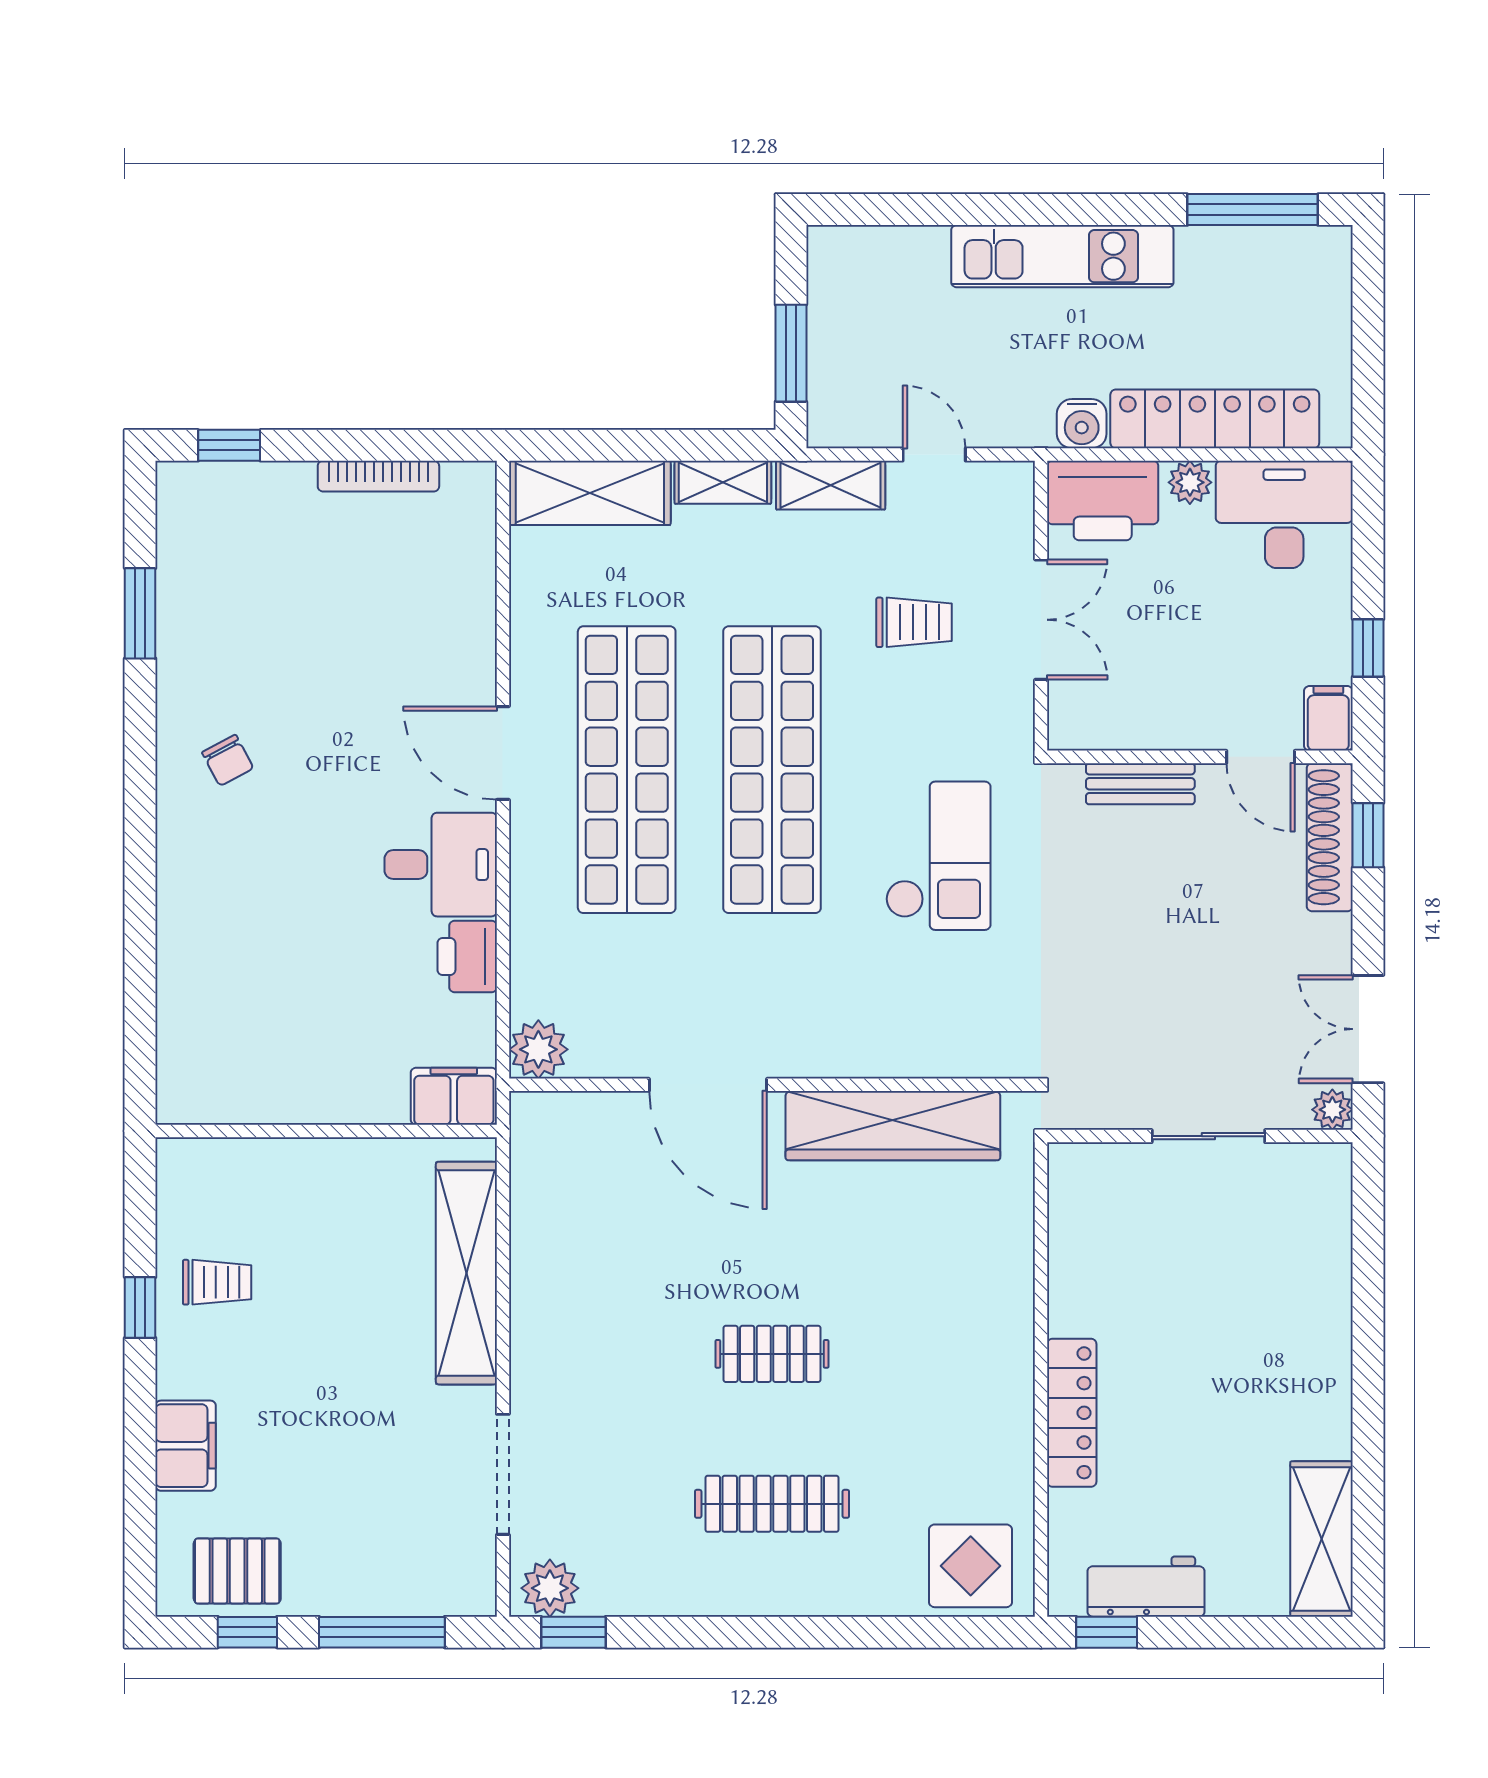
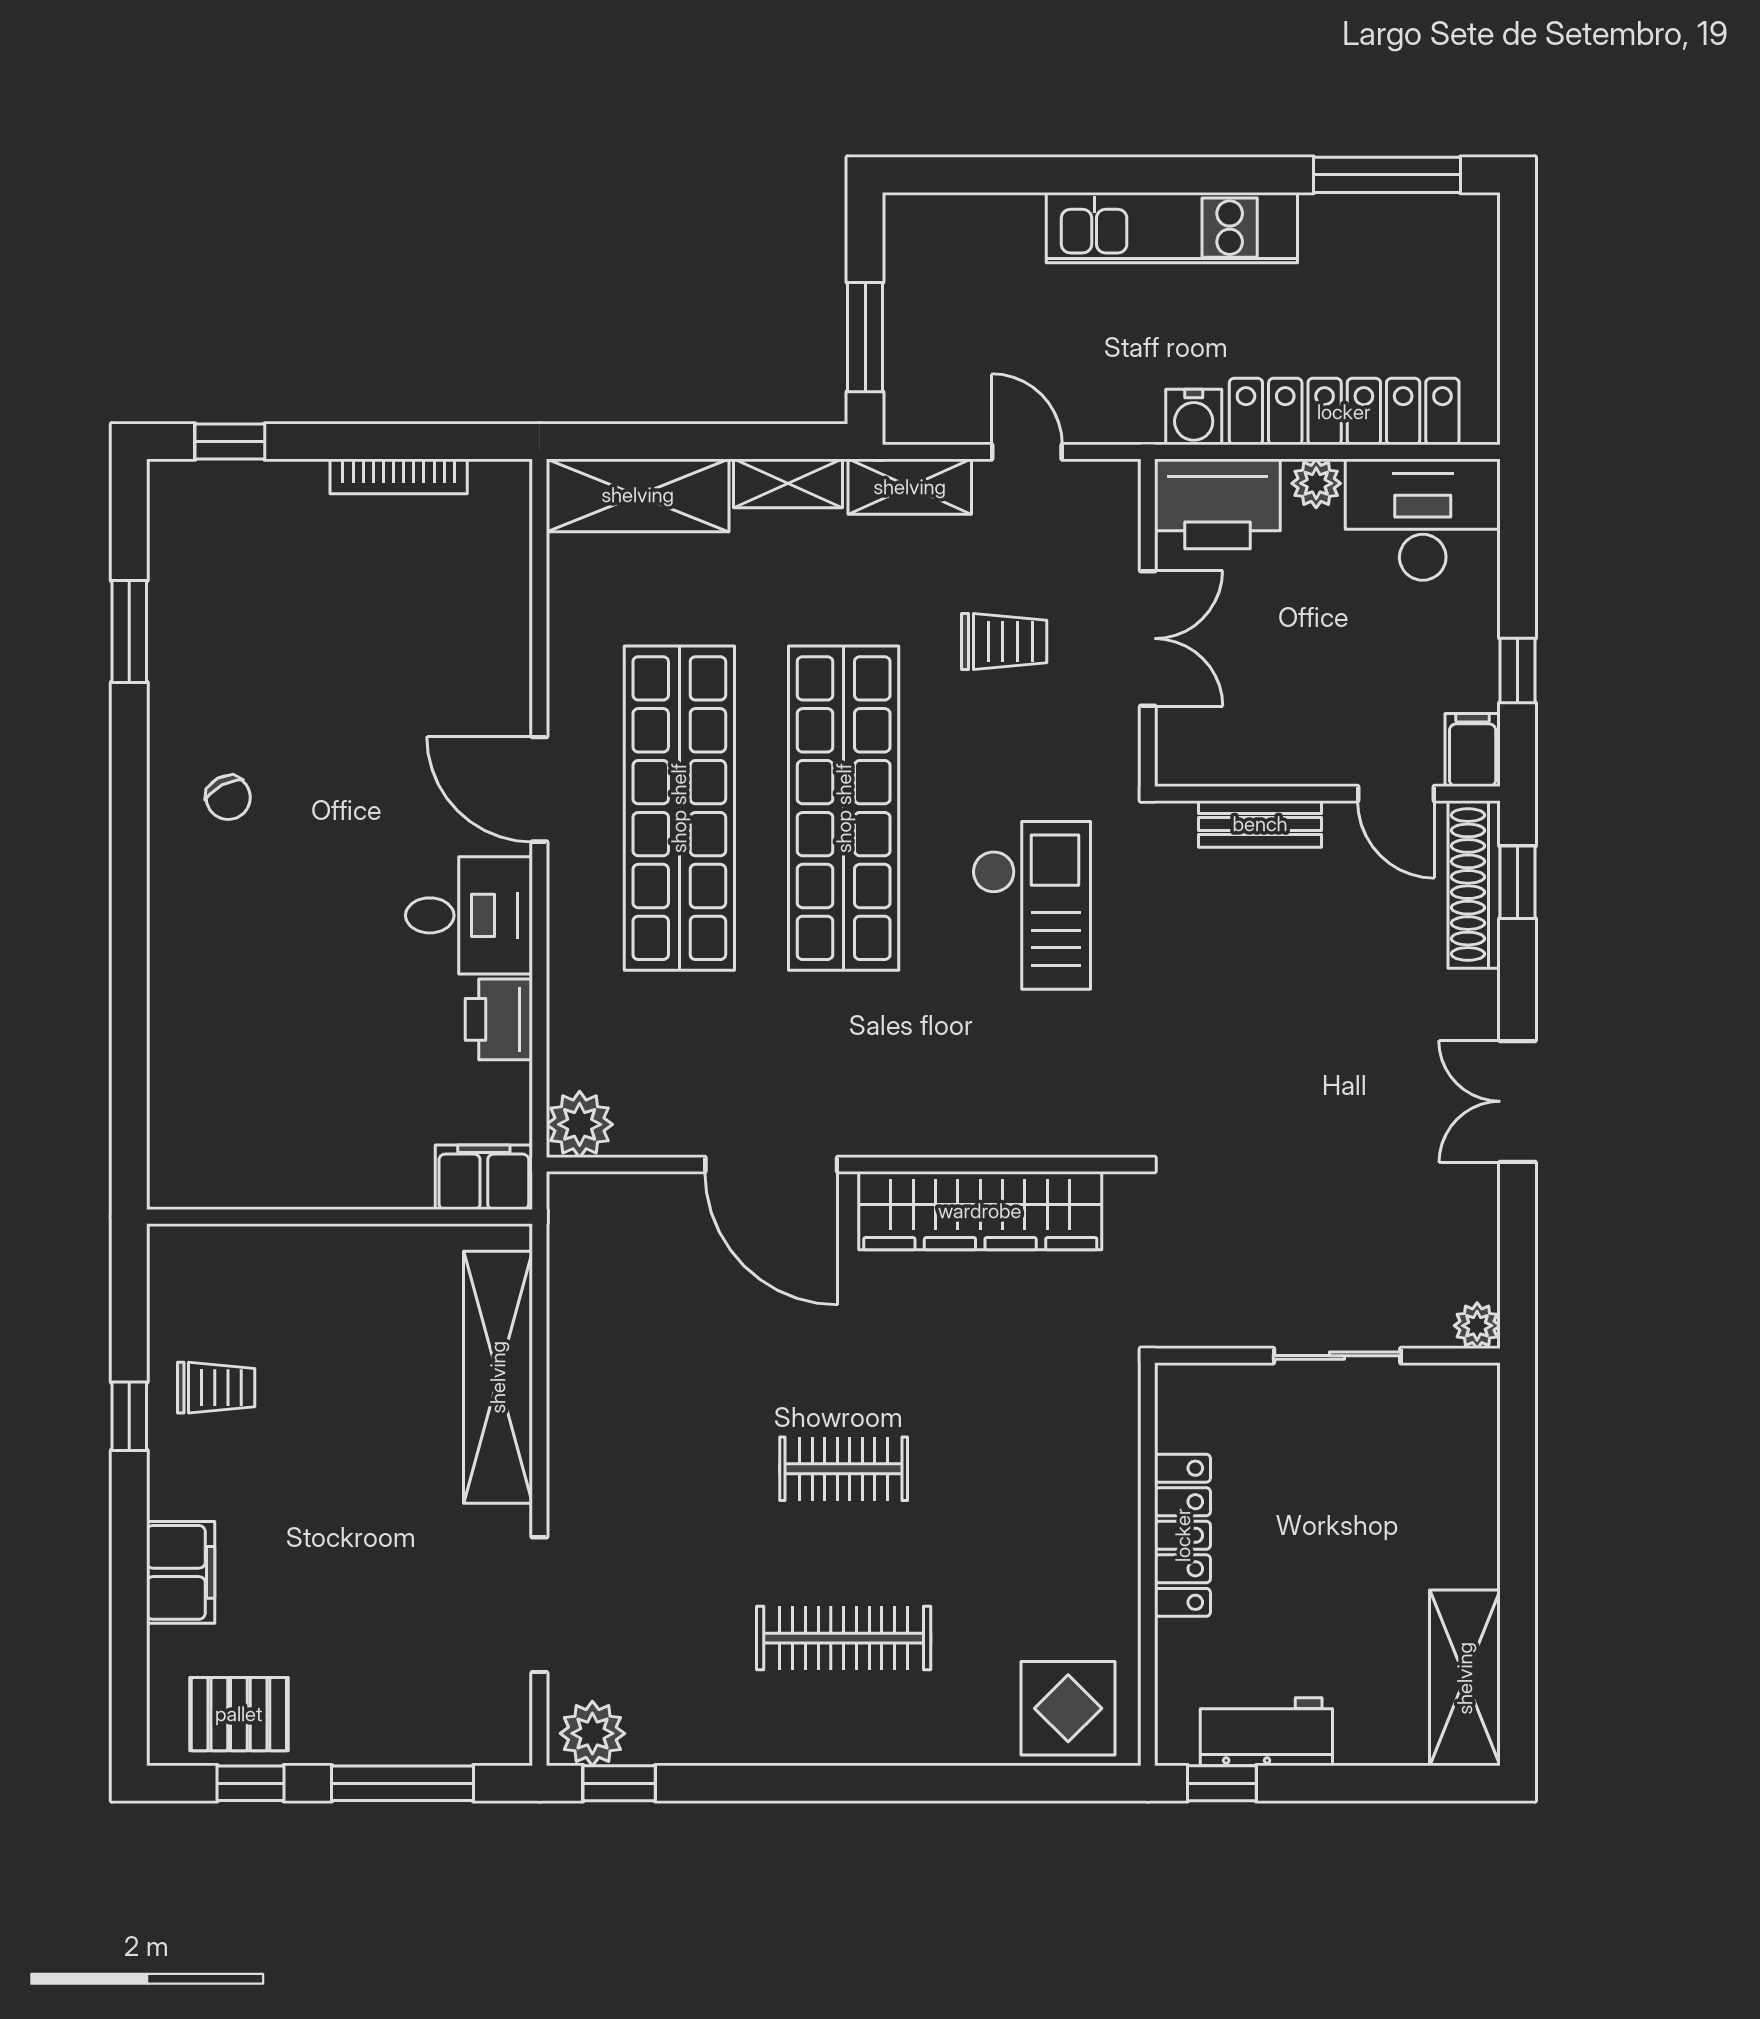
plant: (1332, 1110) -> (1477, 1326), moved
wall: (1200, 1136) -> (1327, 1356), moved
sliding door: (1208, 1136) -> (1337, 1356), moved

